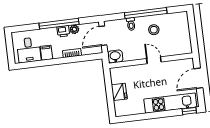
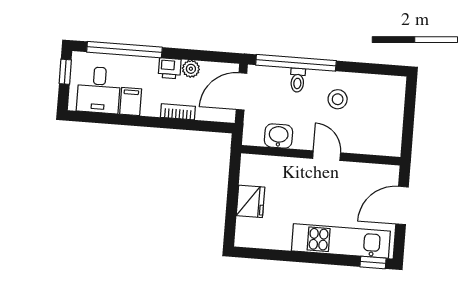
window: (146, 13) -> (296, 63), moved
window: (59, 24) -> (124, 50), moved
window: (9, 44) -> (65, 72), added
washbasin: (115, 57) -> (279, 136), moved

